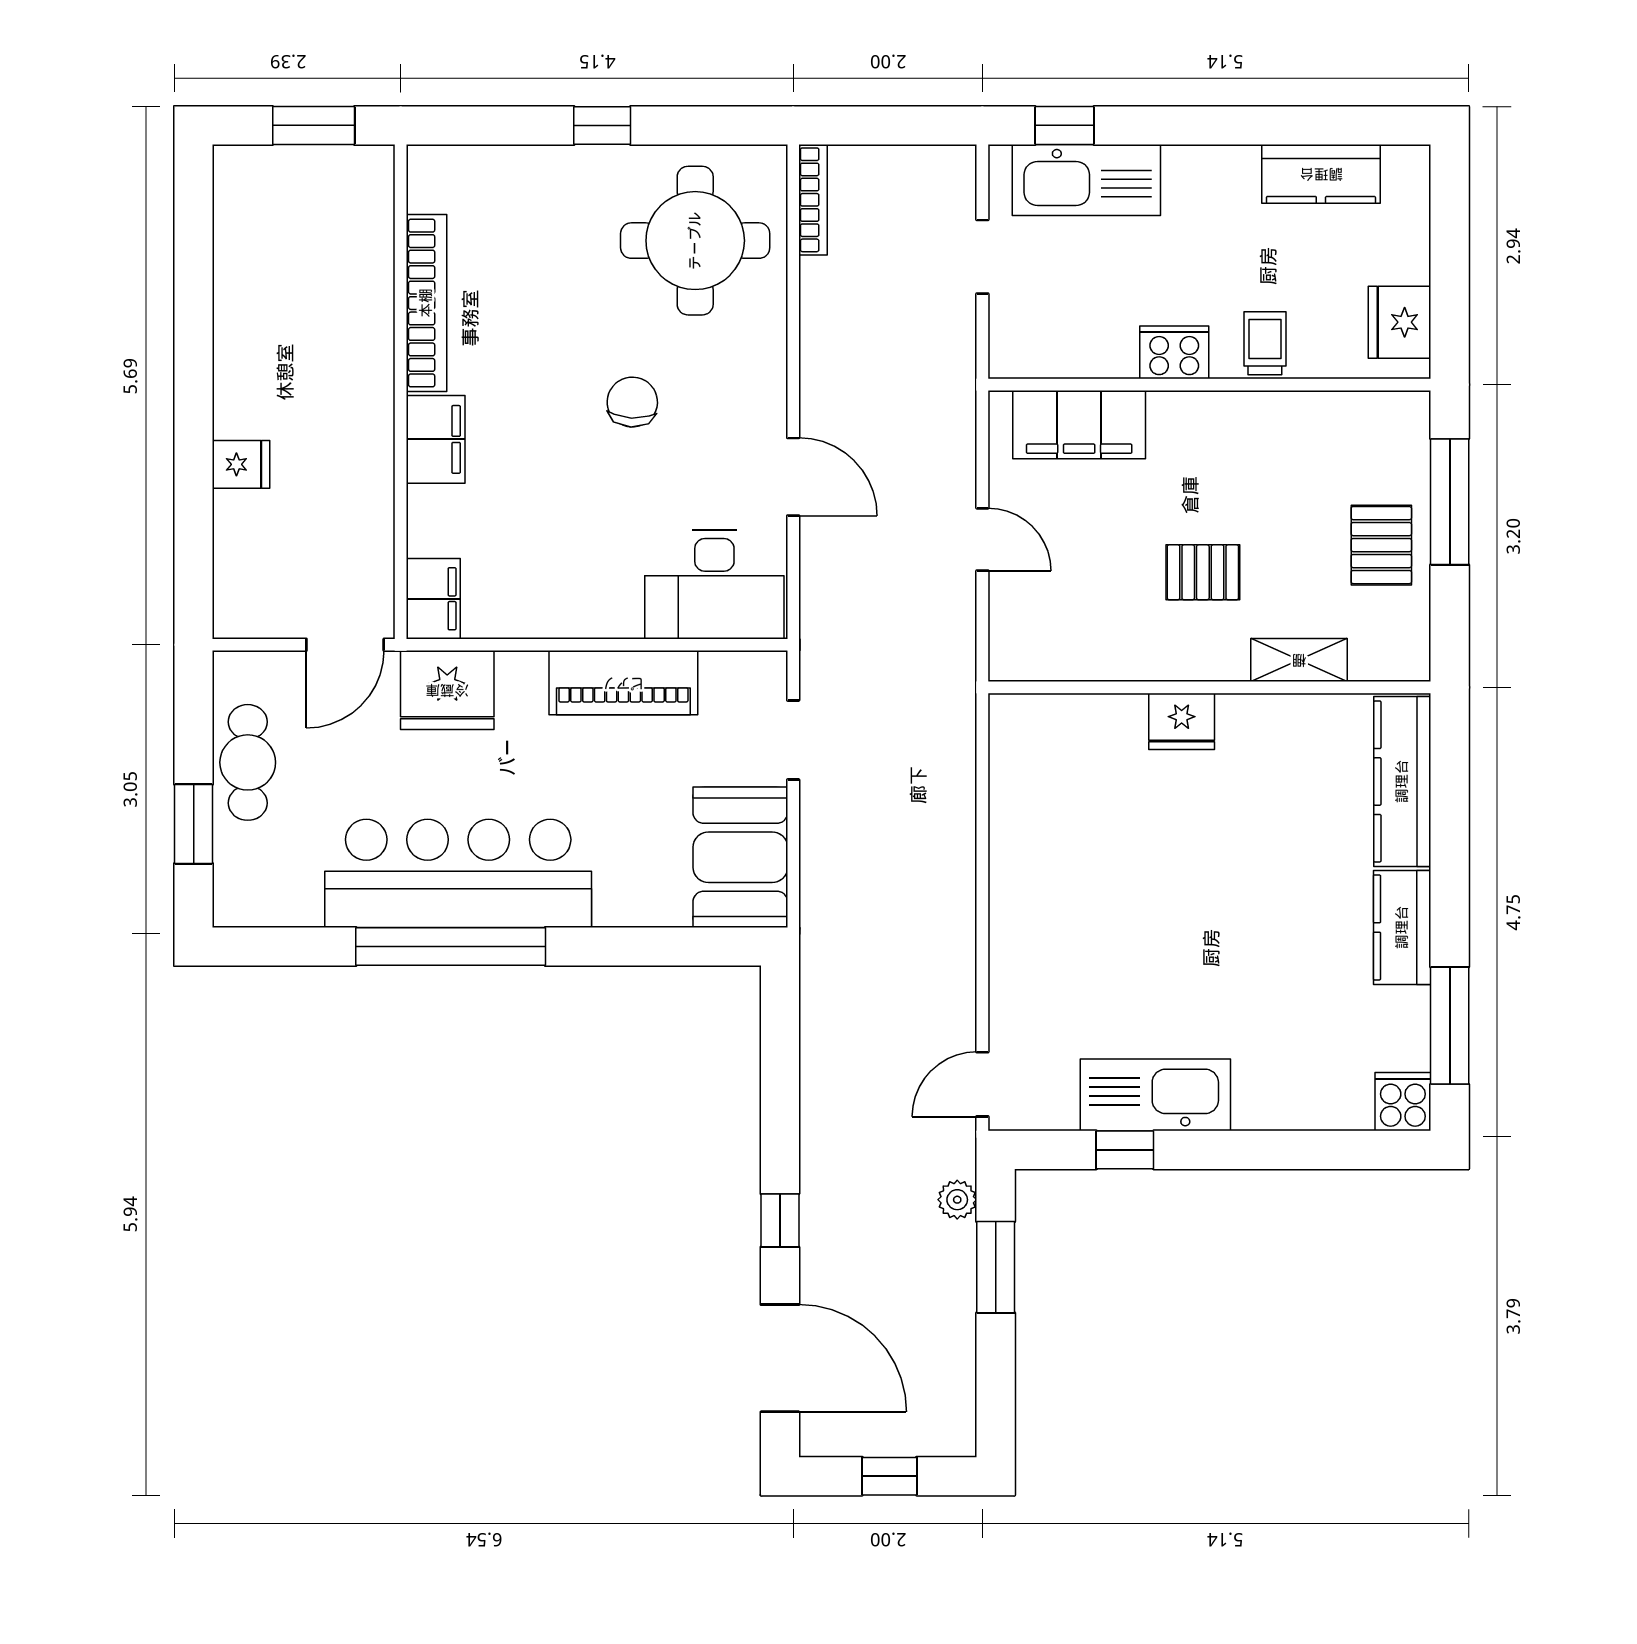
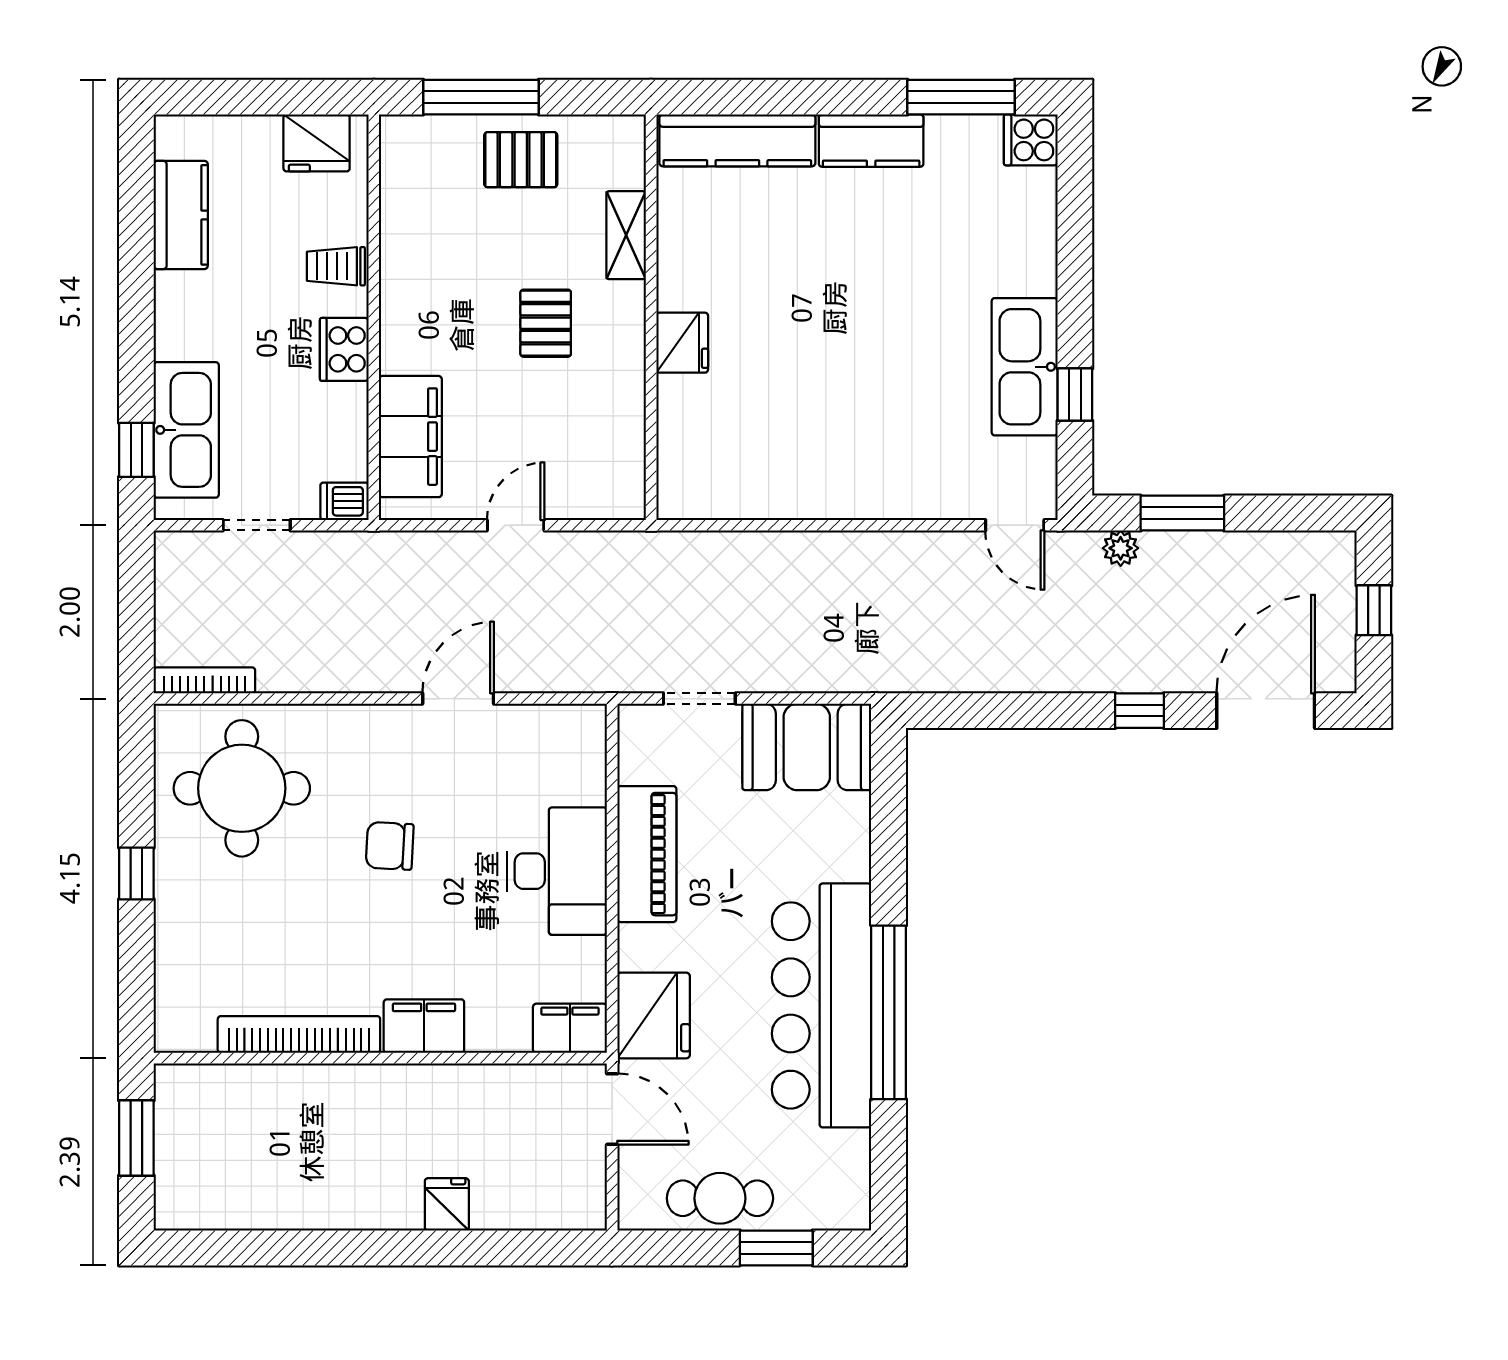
dishwasher: (1008, 353) -> (344, 501), added
desk: (714, 584) -> (557, 871), moved

